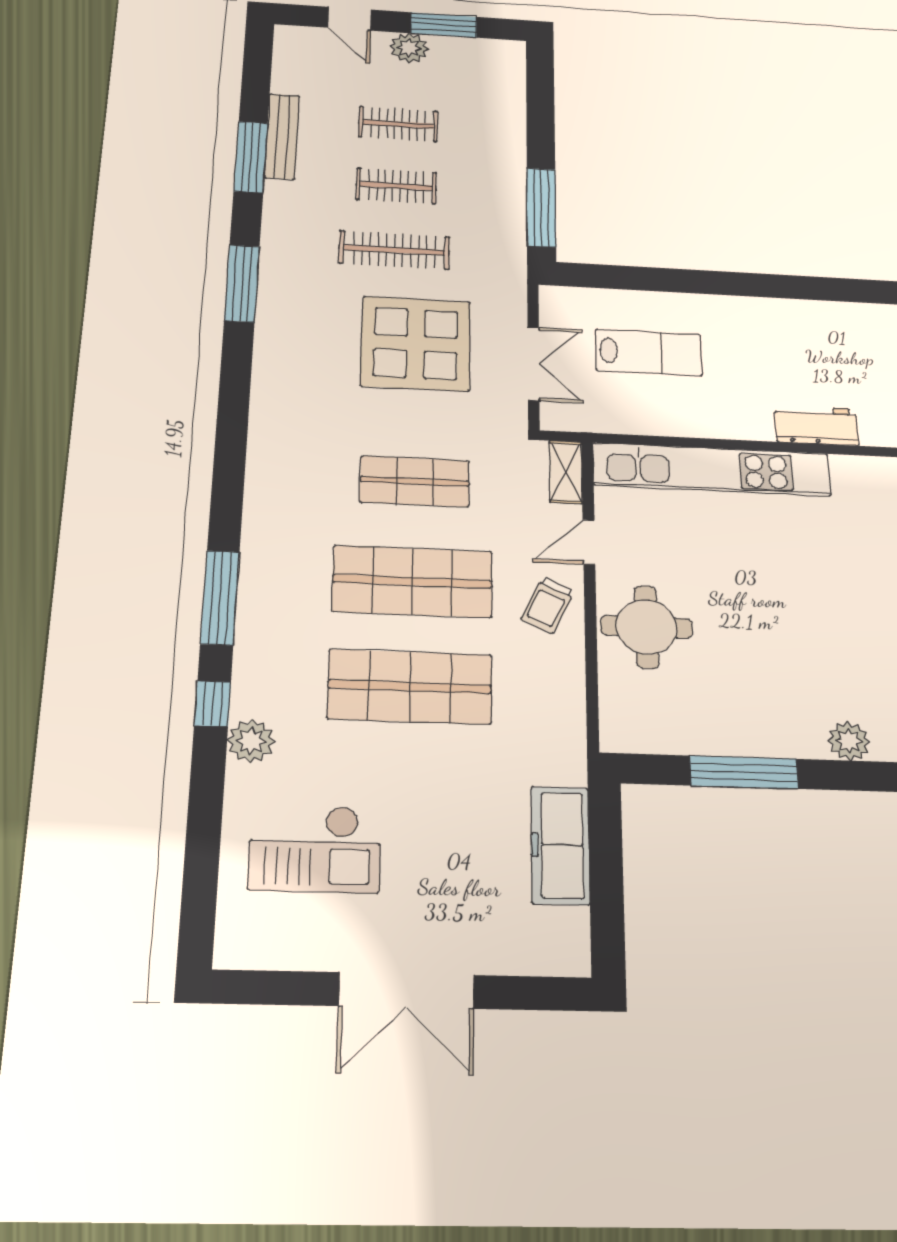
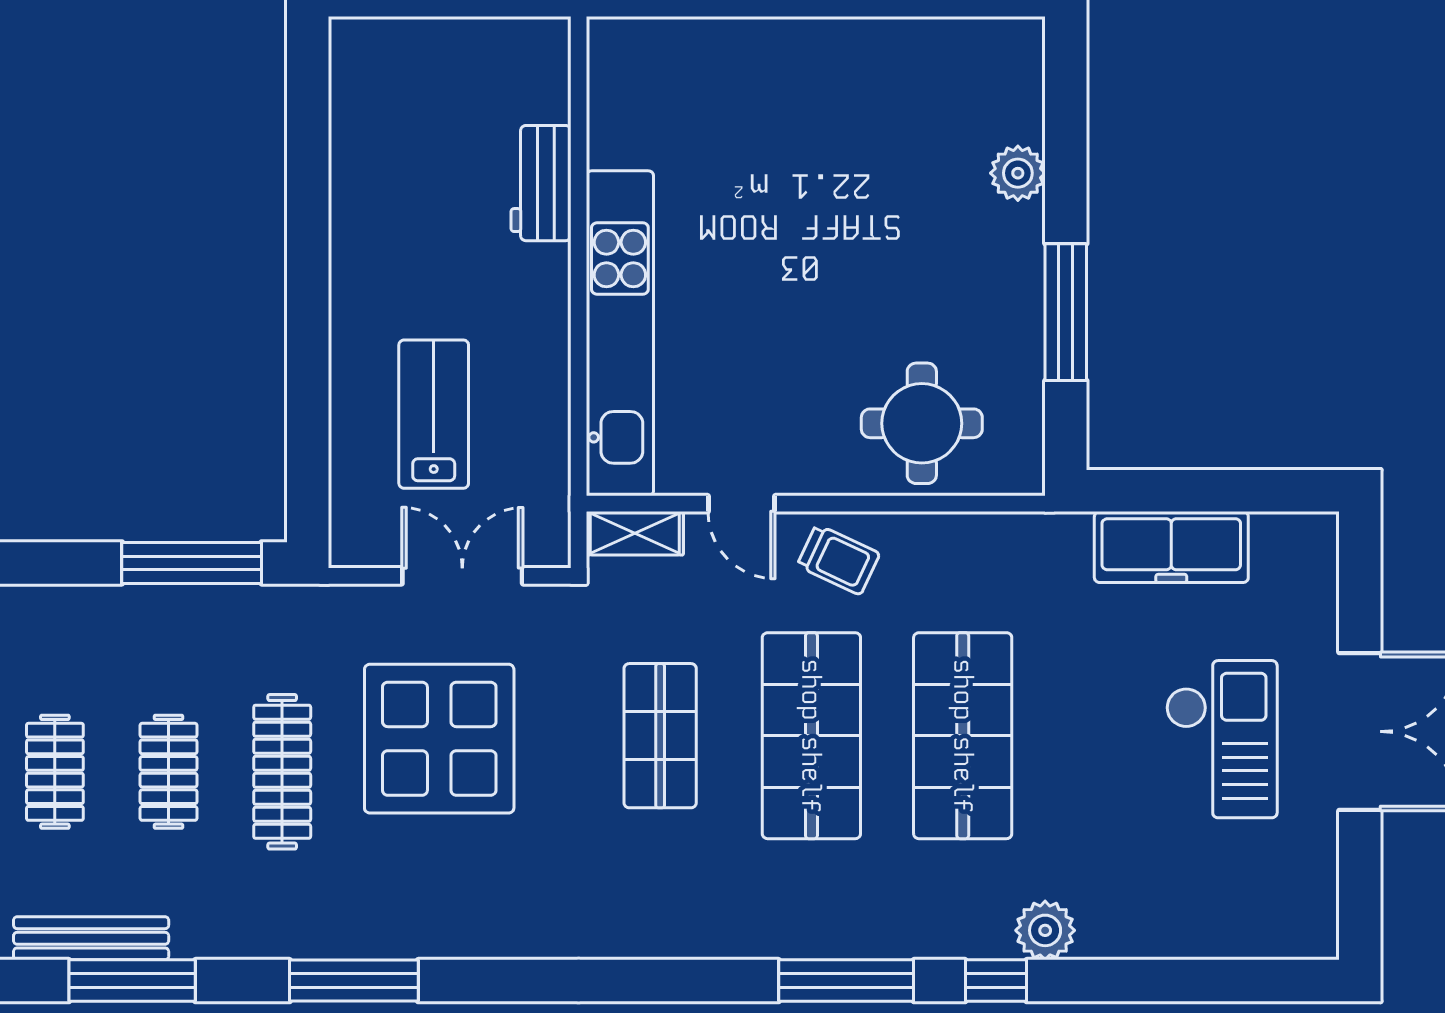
round table: (647, 627) -> (922, 423), moved
checkout: (315, 849) -> (1222, 739), moved

